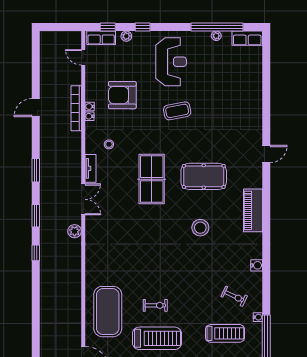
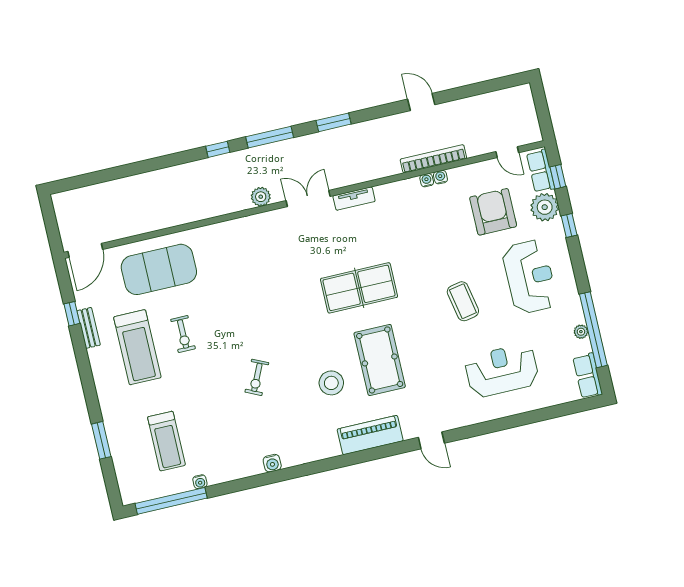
plant: (126, 36) -> (545, 207), width x1.88, depth x1.88
door: (83, 57) -> (507, 152), swing flipped
reception desk: (171, 62) -> (530, 277), turned -90
armchair: (122, 95) -> (493, 212), moved
reception desk: (230, 95) -> (502, 370), added
stool: (109, 144) -> (394, 217), removed
double door: (83, 199) -> (308, 198), swing flipped
piano: (253, 210) -> (370, 435), moved
window: (36, 216) -> (270, 137), width x1.44
stool: (200, 228) -> (331, 383), moved
exercise bike: (234, 296) -> (257, 377), moved

